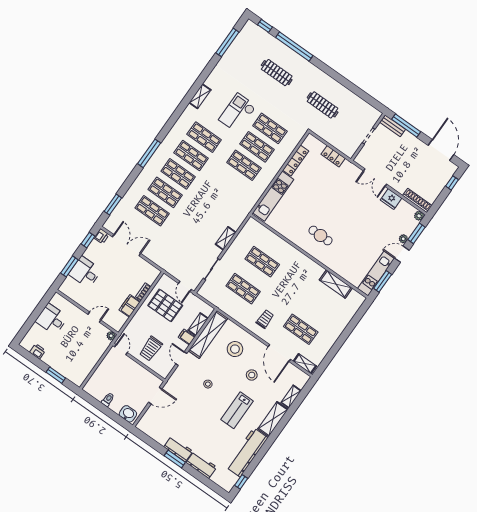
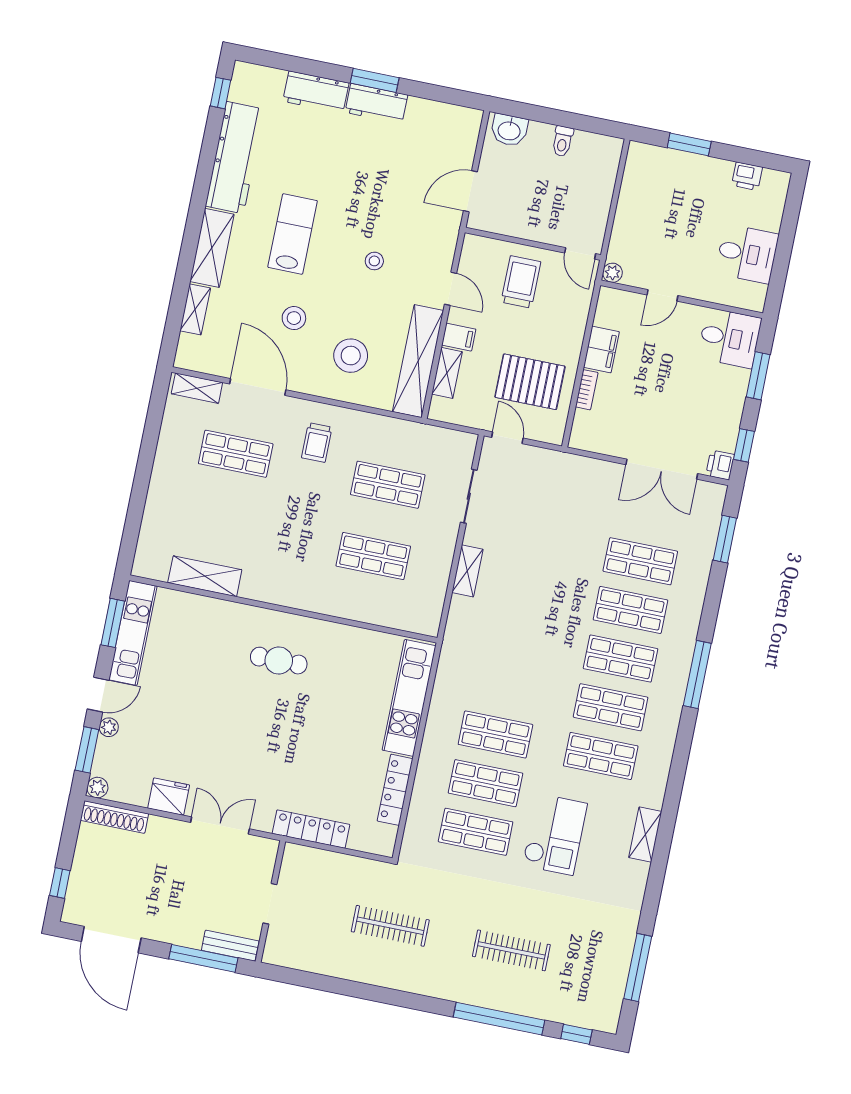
locker: (333, 156) -> (311, 829), width x1.53
desk: (85, 272) -> (730, 338), moved

